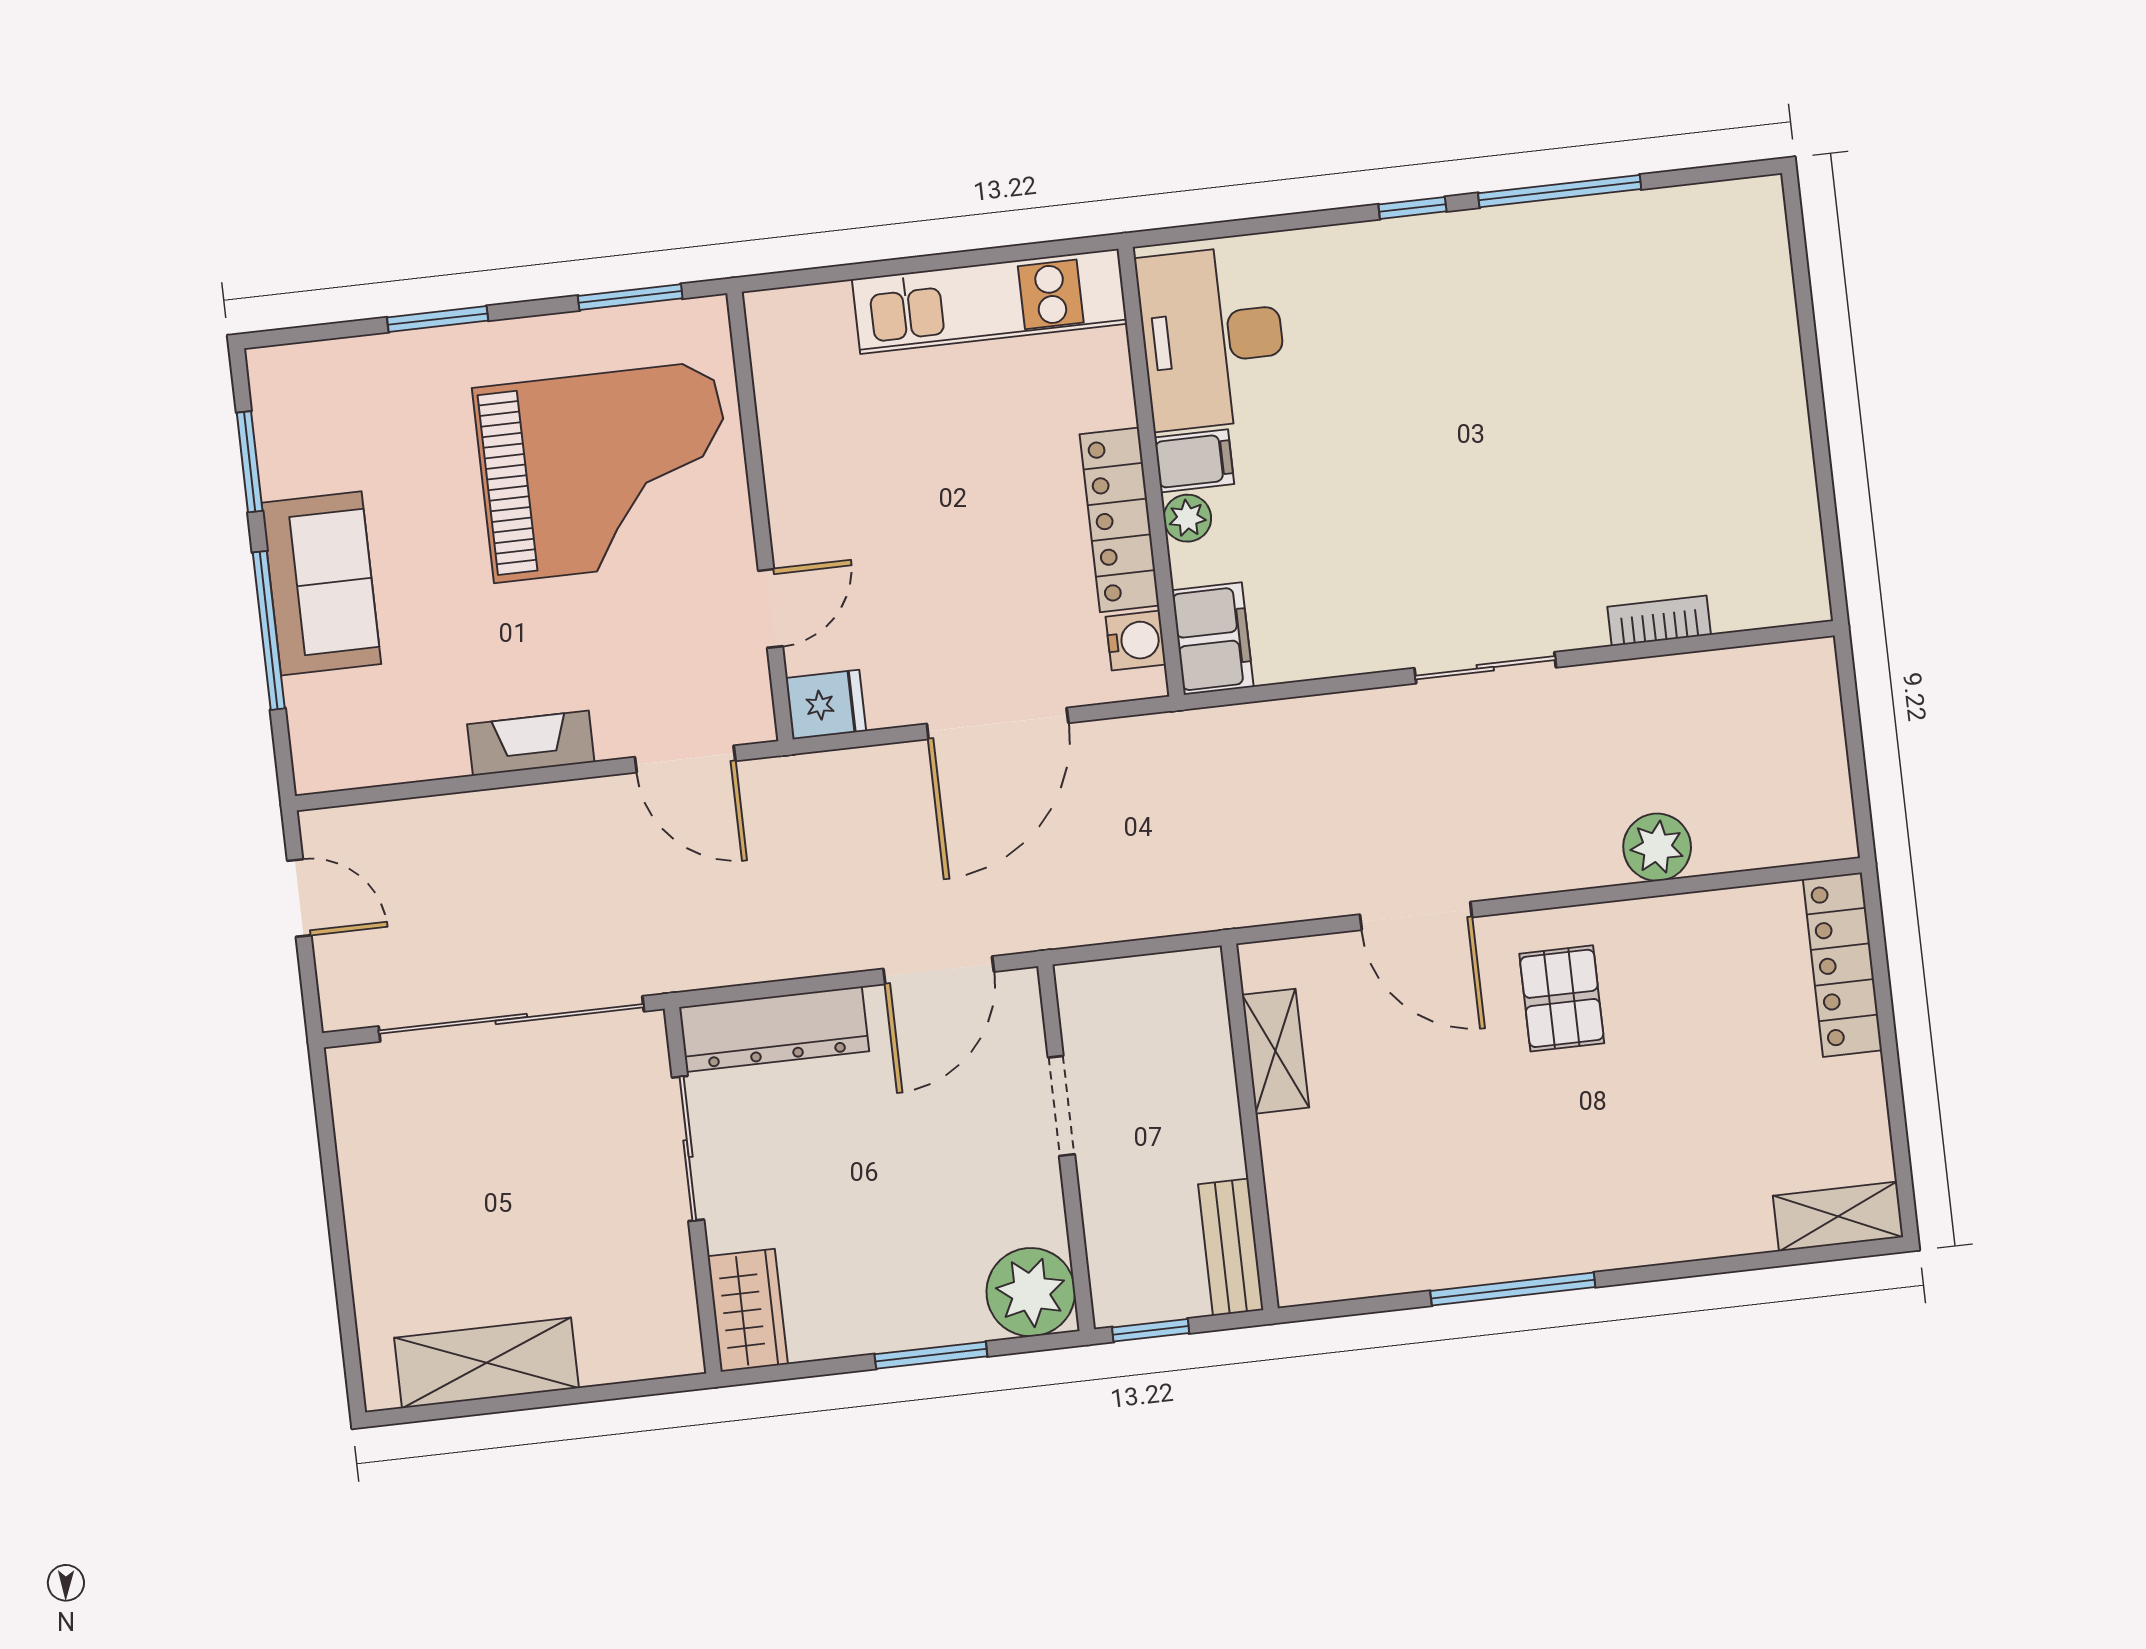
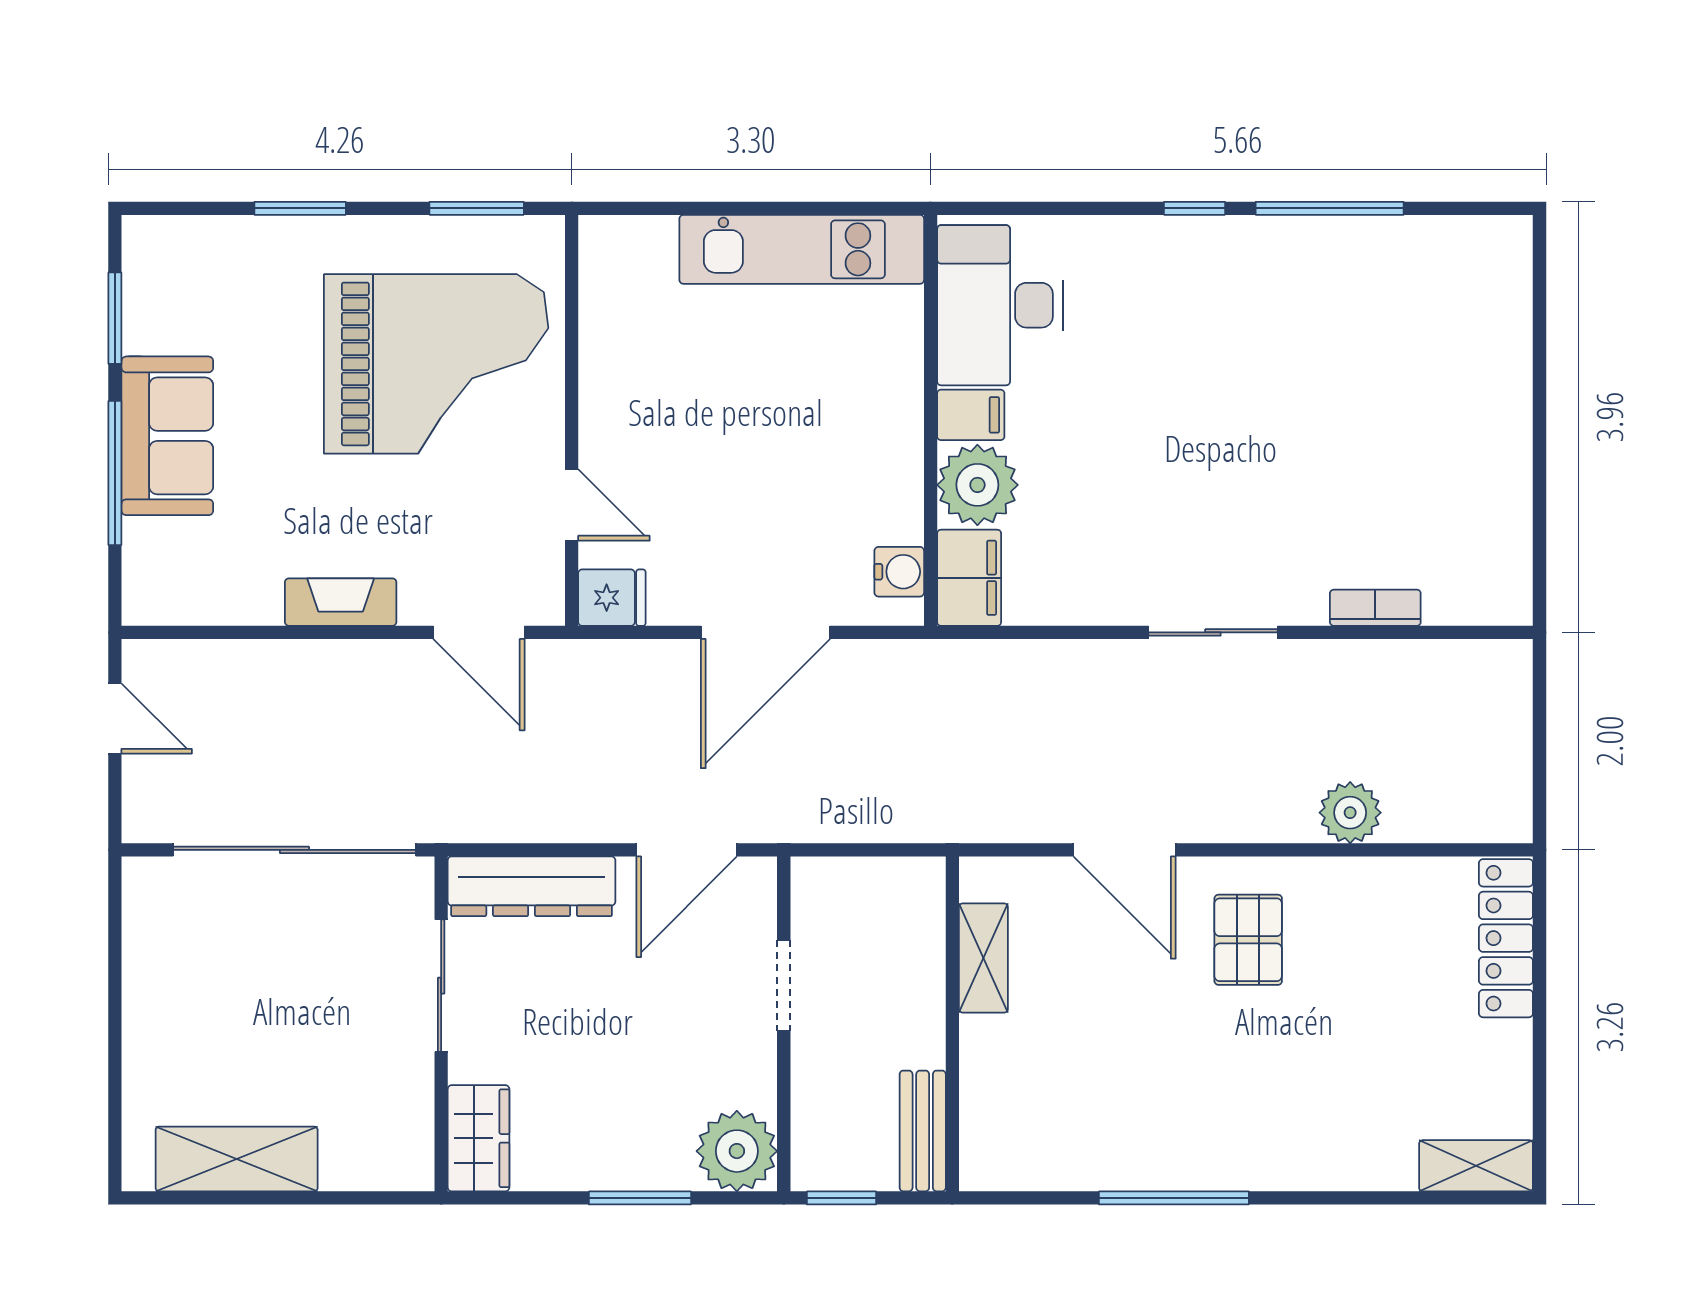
plant: (1187, 518) -> (977, 485), width x1.88, depth x1.88
locker: (1119, 520) -> (897, 461), removed
door: (770, 608) -> (572, 505), hinge flipped

